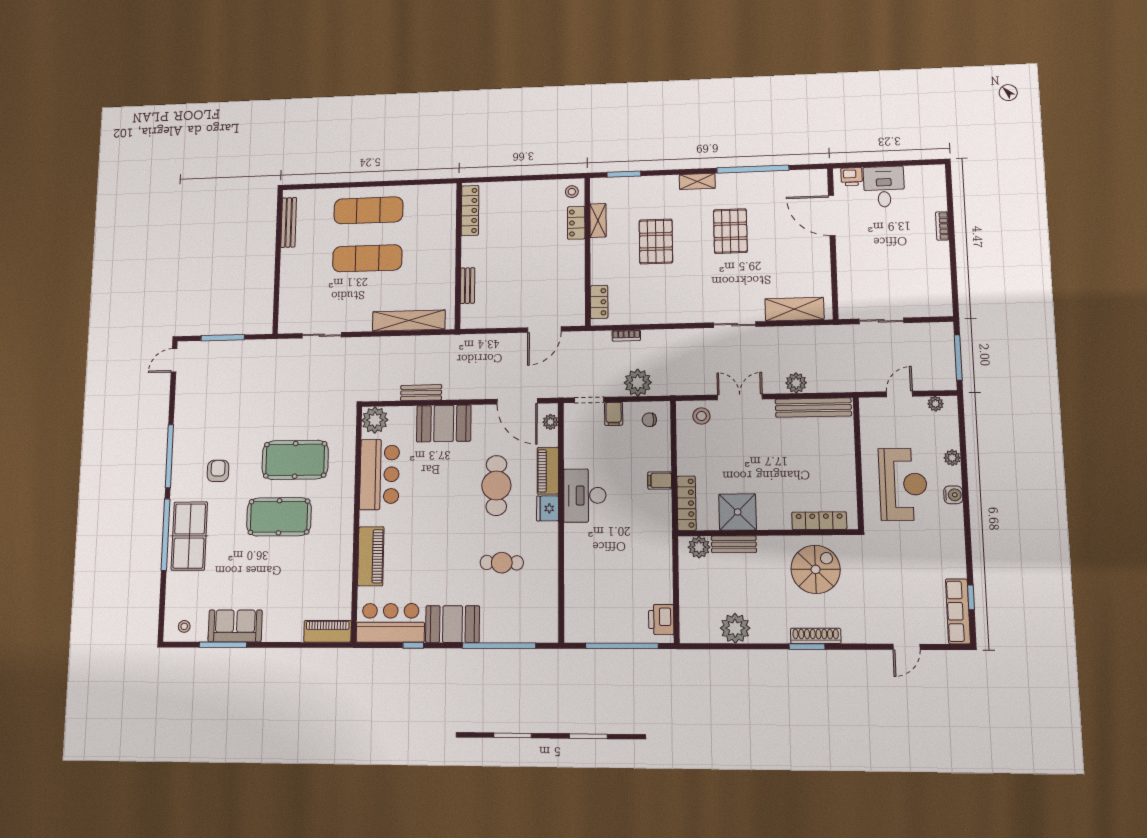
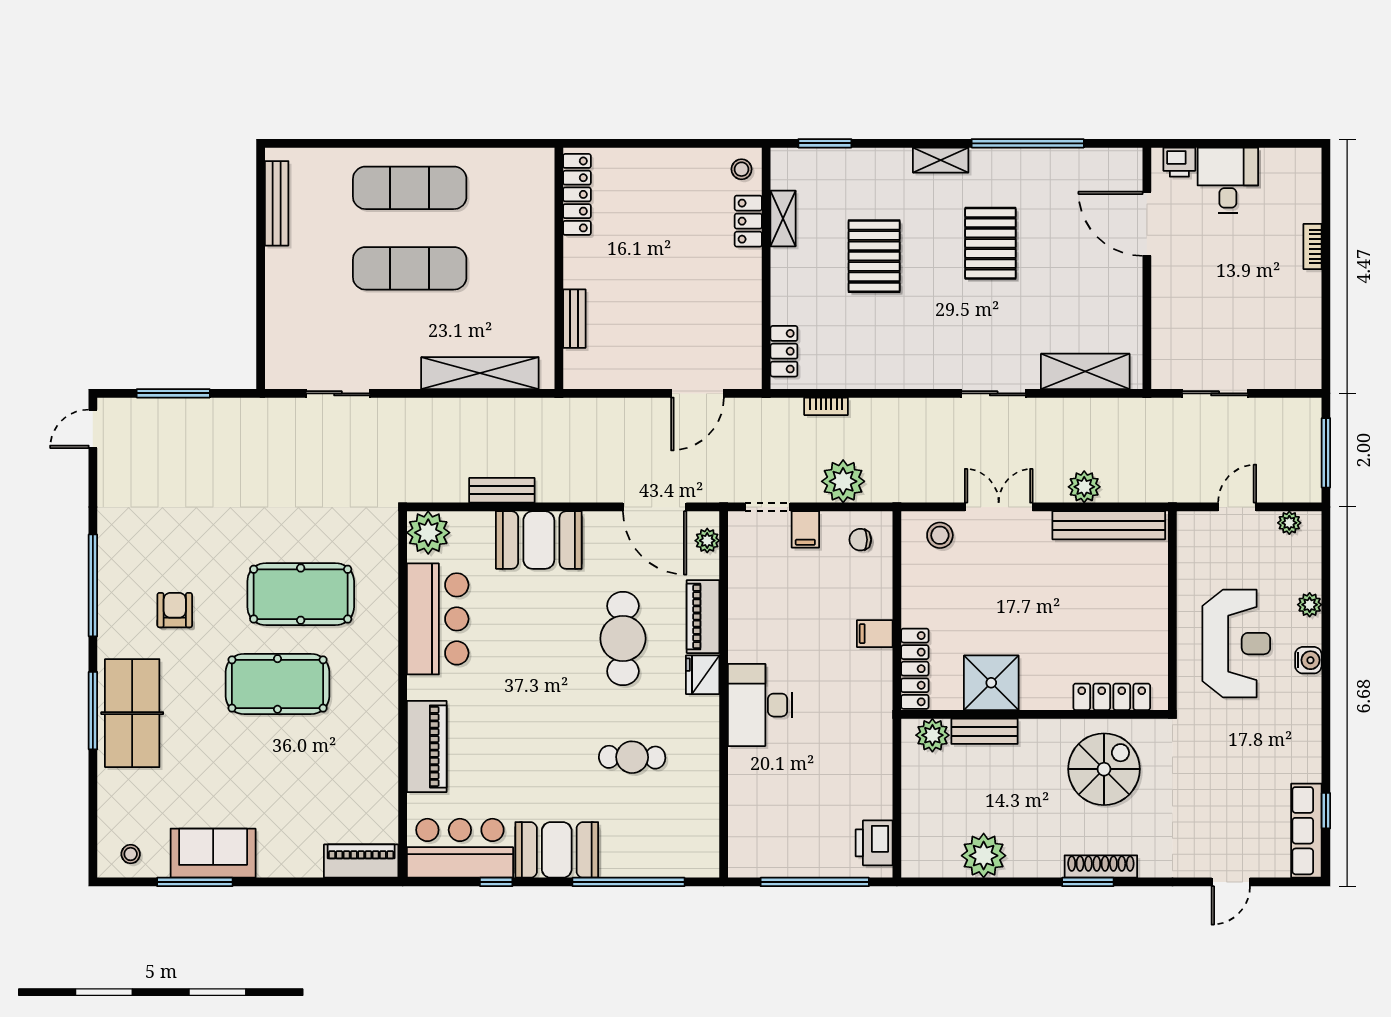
desk: (585, 495) -> (760, 705), moved
window: (166, 535) -> (93, 711), width x0.68

